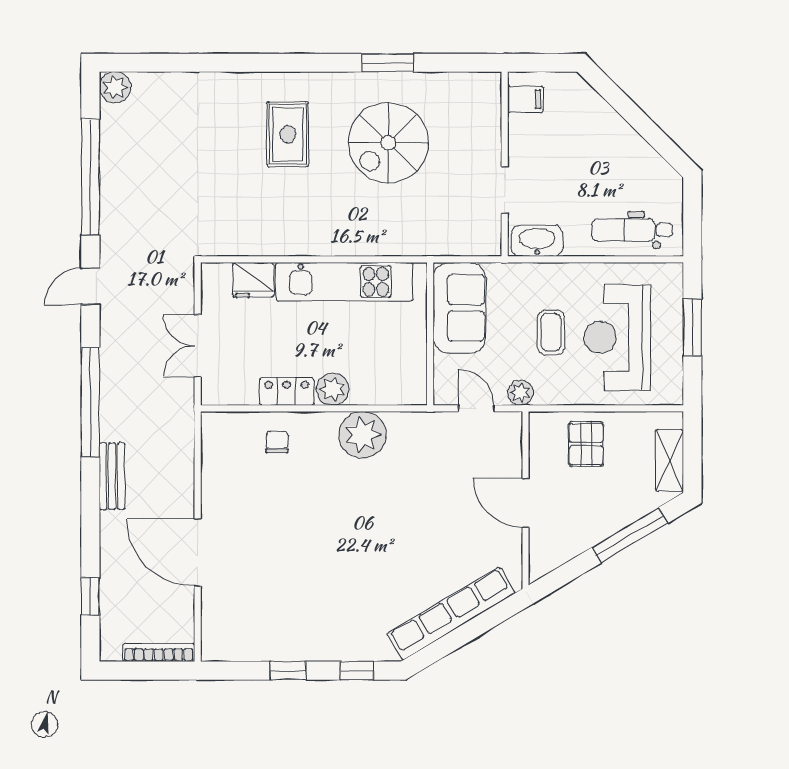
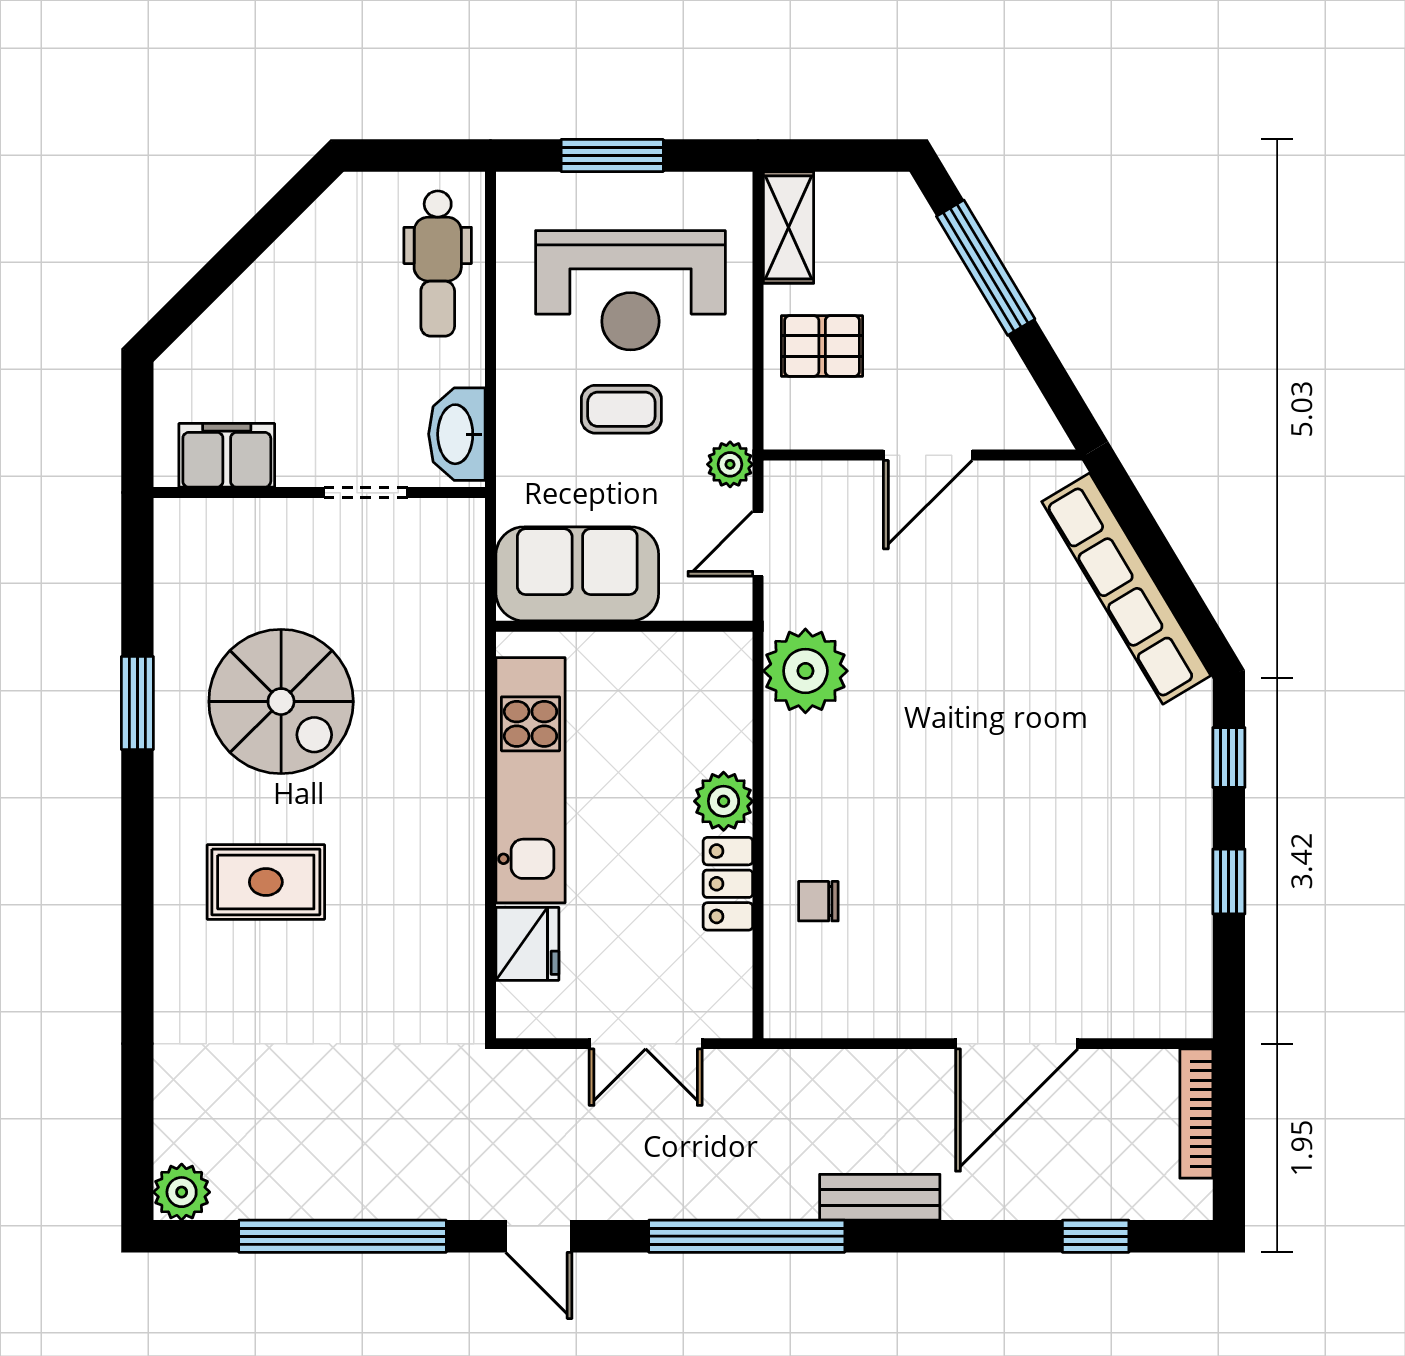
filing cabinet: (525, 99) -> (227, 455), width x2.00
plant: (362, 435) -> (805, 671), moved
shelving: (669, 460) -> (789, 227), moved, turned 90

